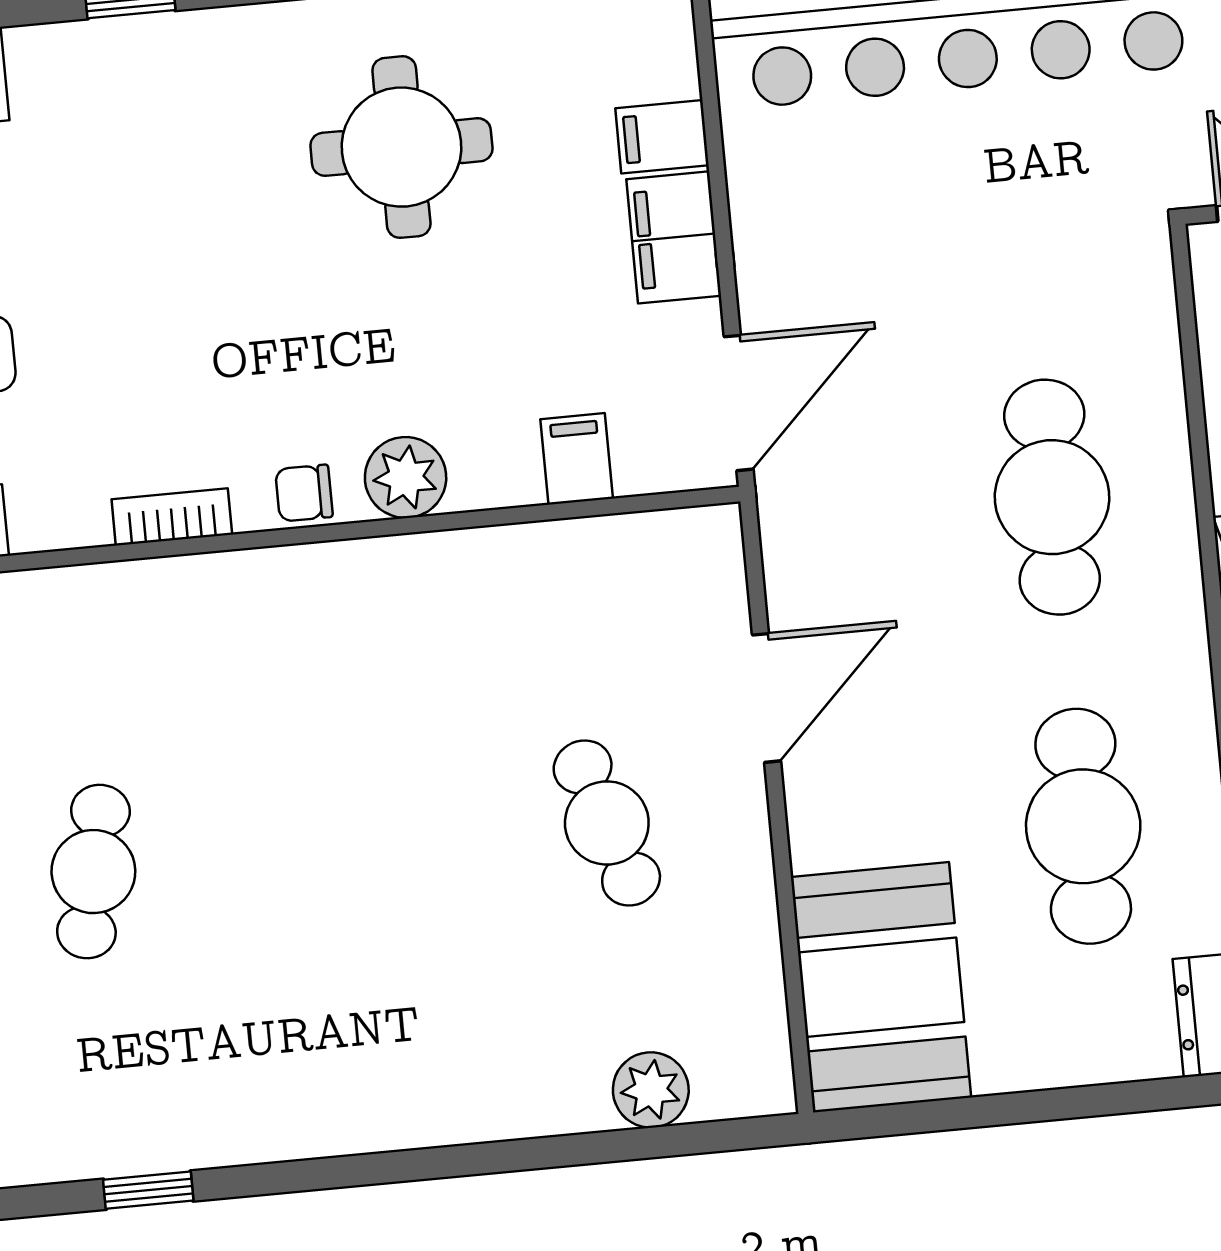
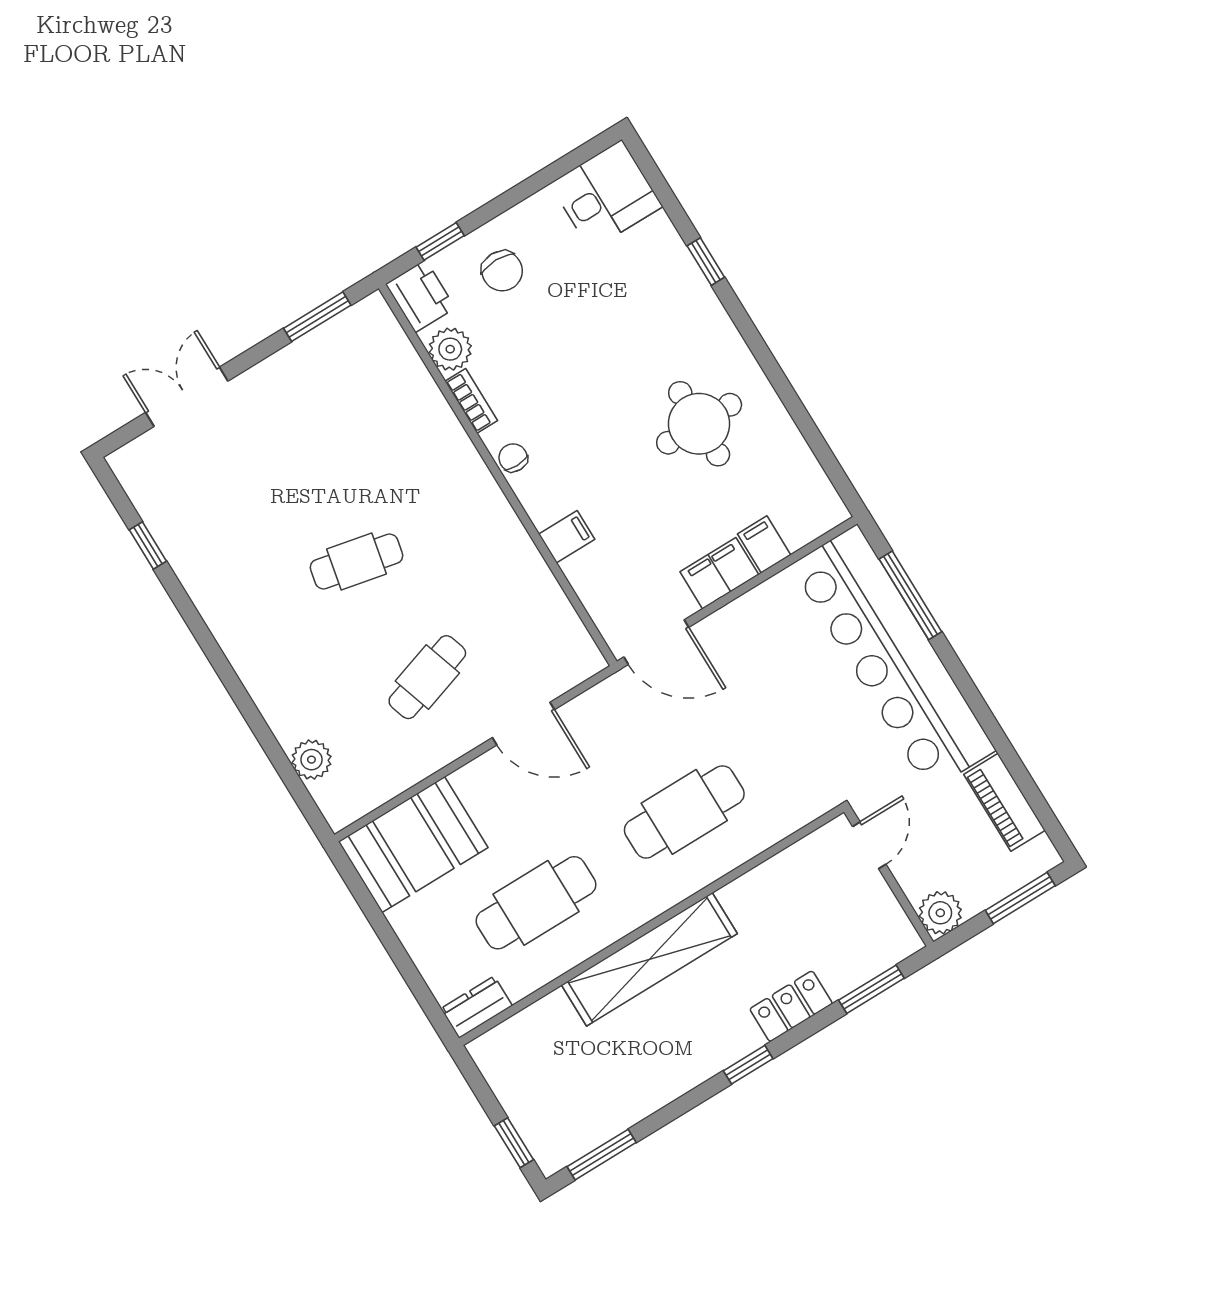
filing cabinet: (577, 459) -> (567, 537), moved
plant: (406, 477) -> (450, 349), moved
cafe table: (93, 872) -> (357, 561), moved

